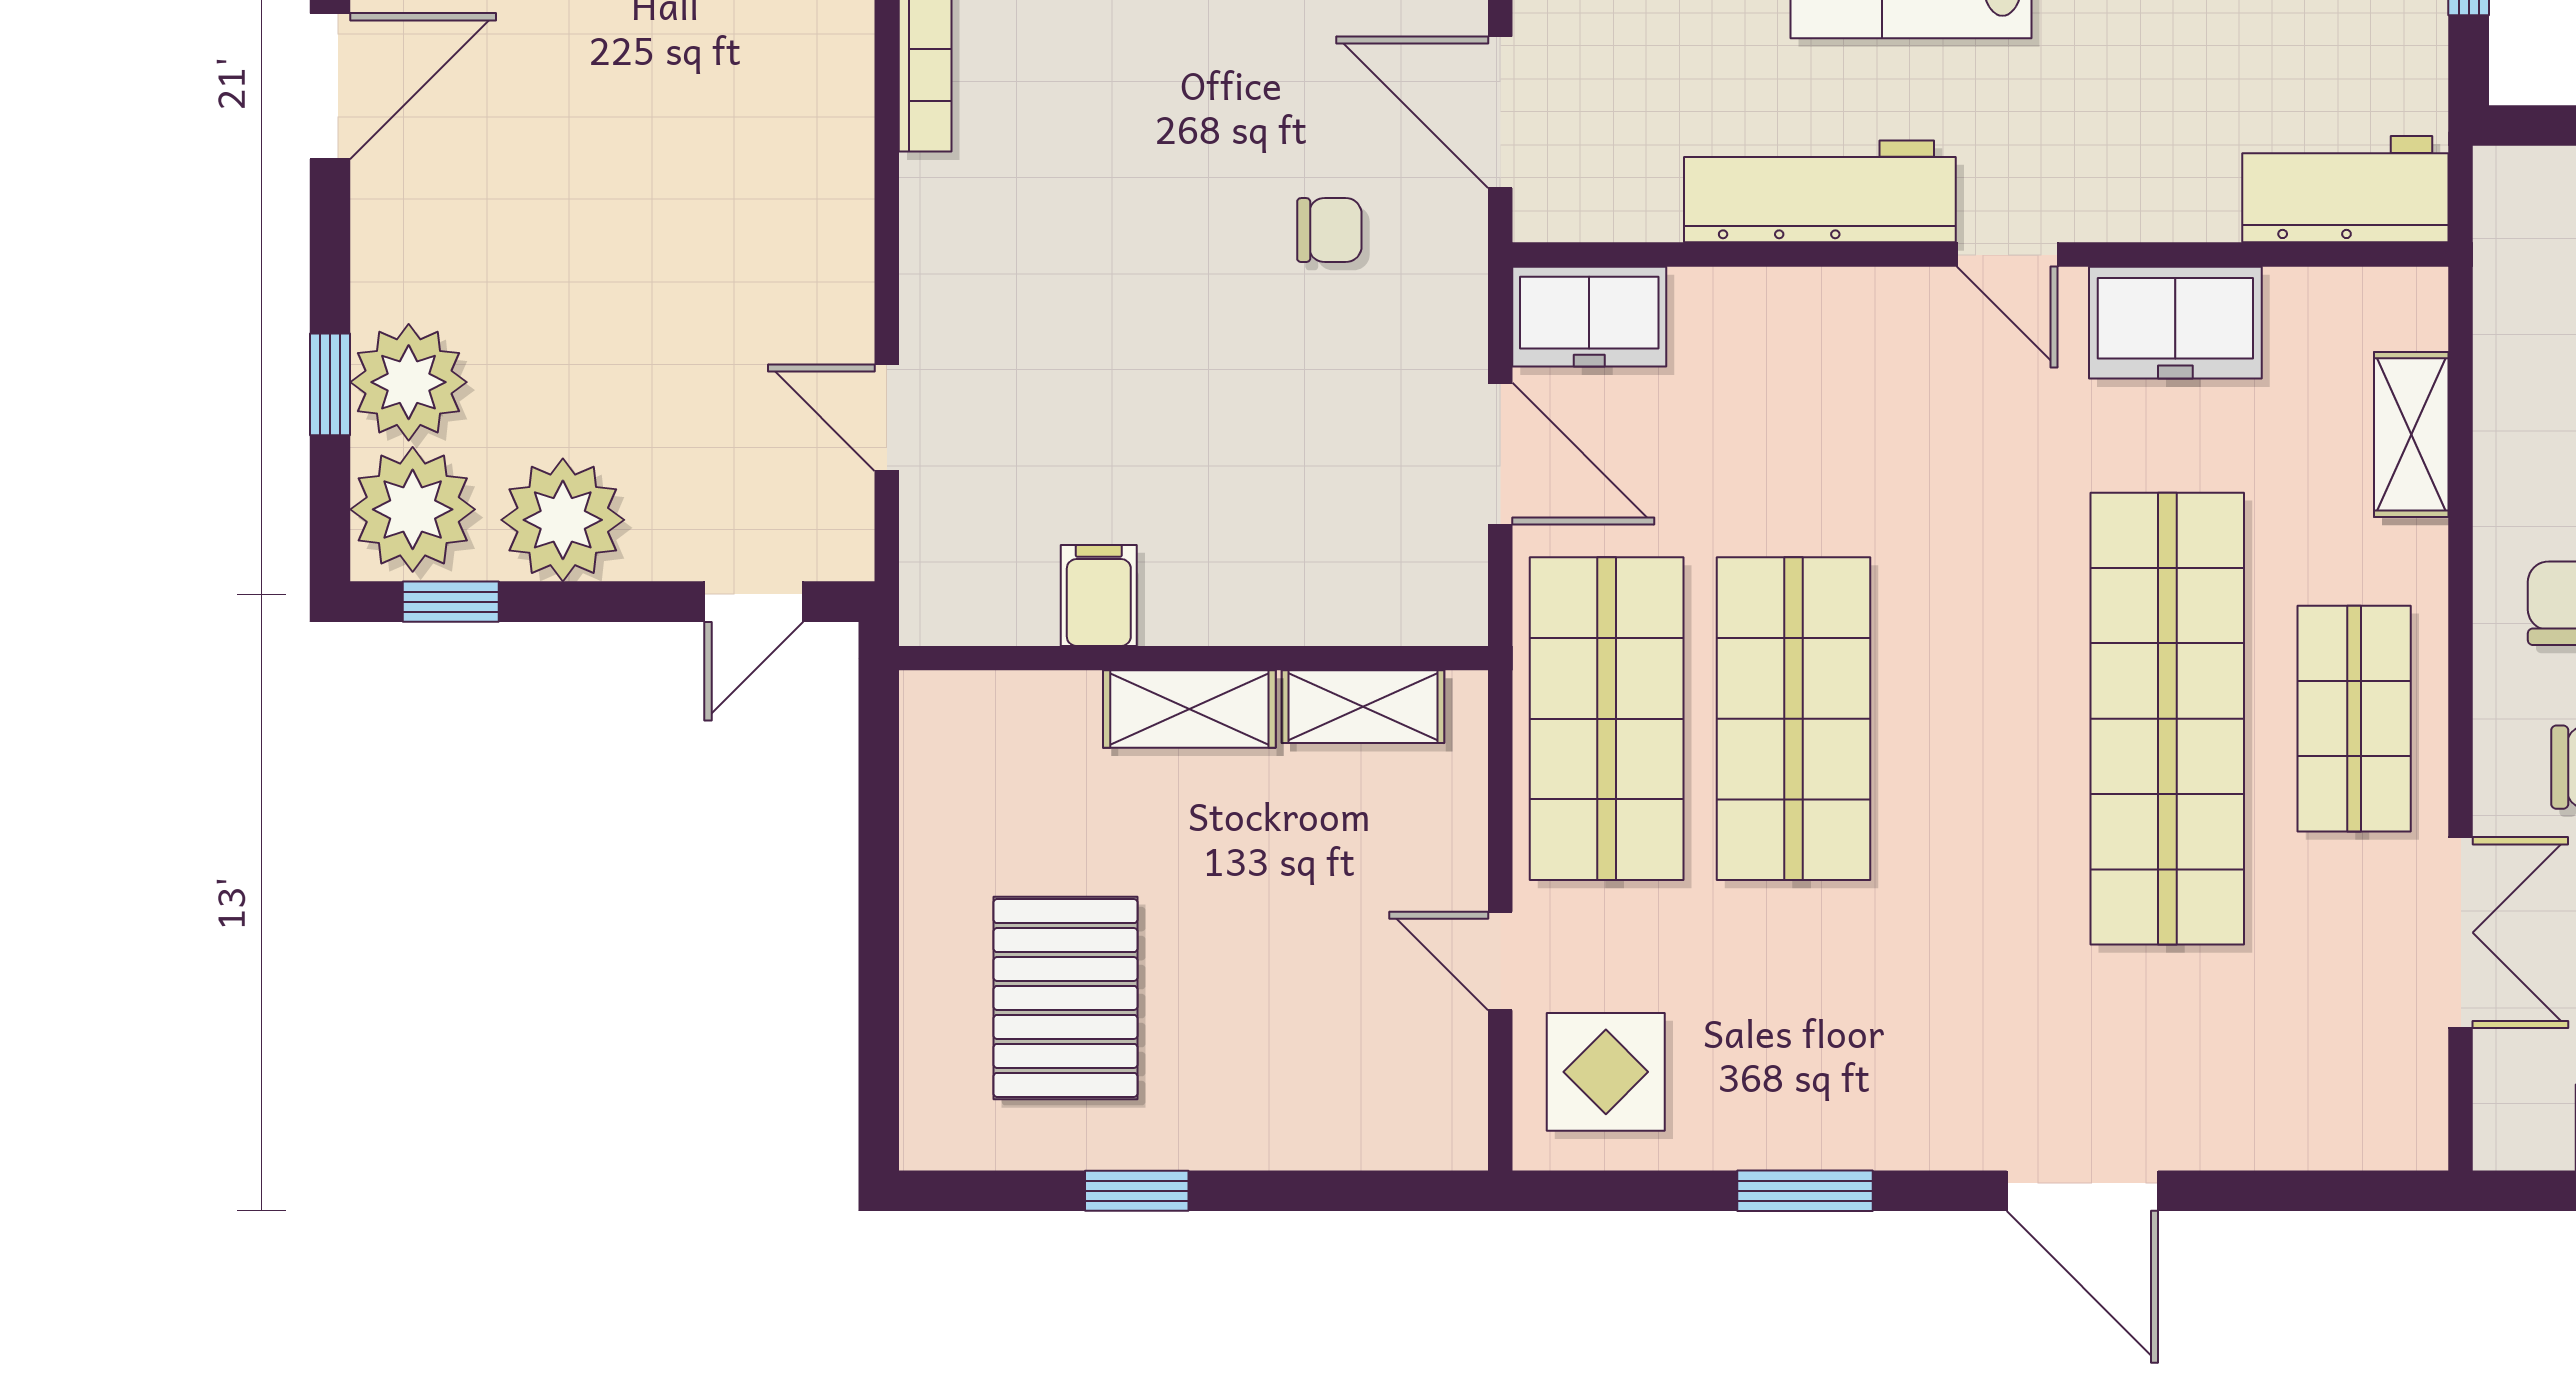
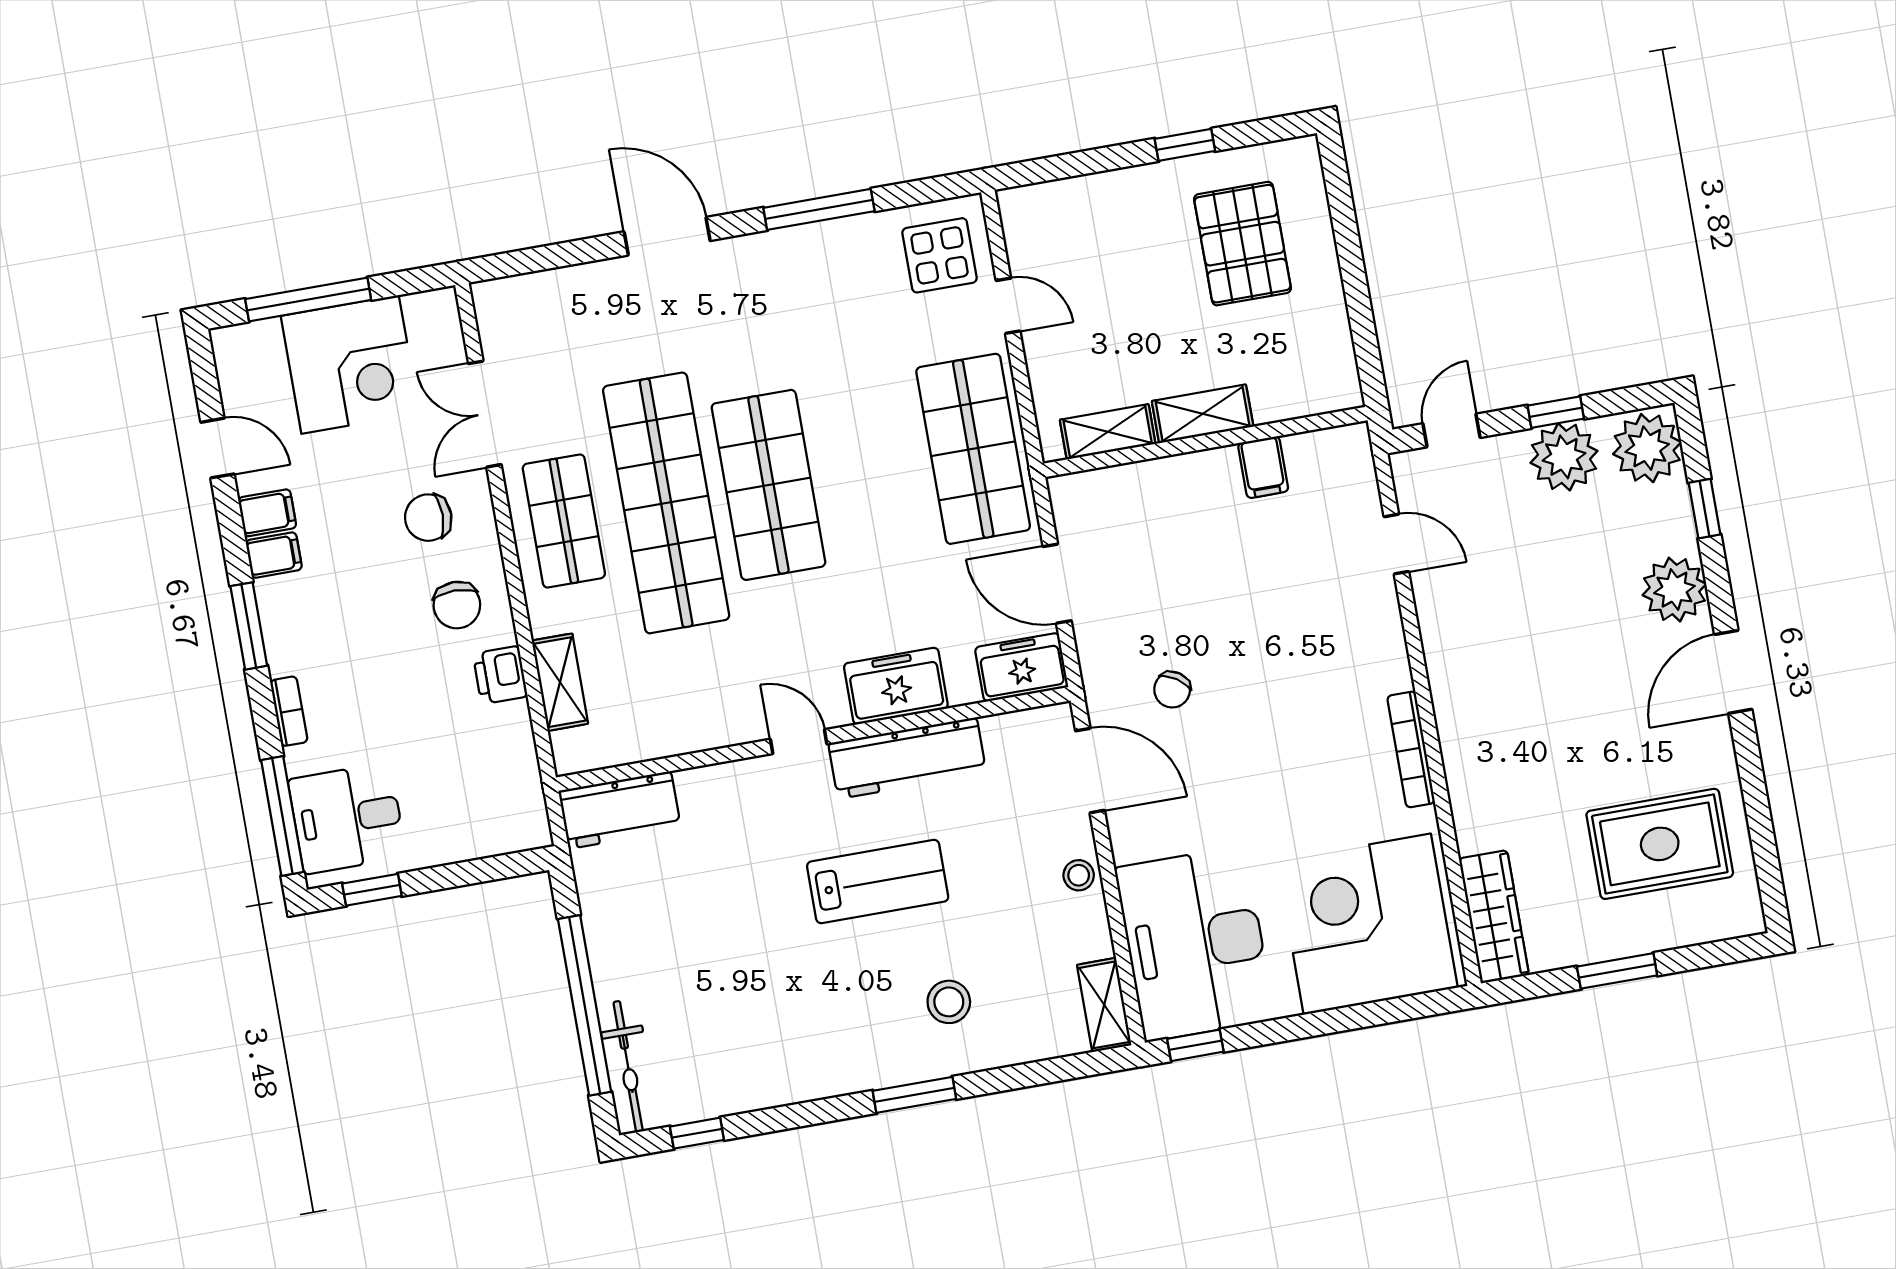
chair: (1329, 230) -> (1172, 690), turned -56
freezer: (2175, 323) -> (896, 686), moved
plant: (409, 382) -> (1674, 590), moved
printer: (2515, 466) -> (500, 675), added
window: (451, 602) -> (1556, 412), moved
shop shelf: (1794, 719) -> (768, 485), moved
window: (1805, 1191) -> (819, 209), width x1.44

